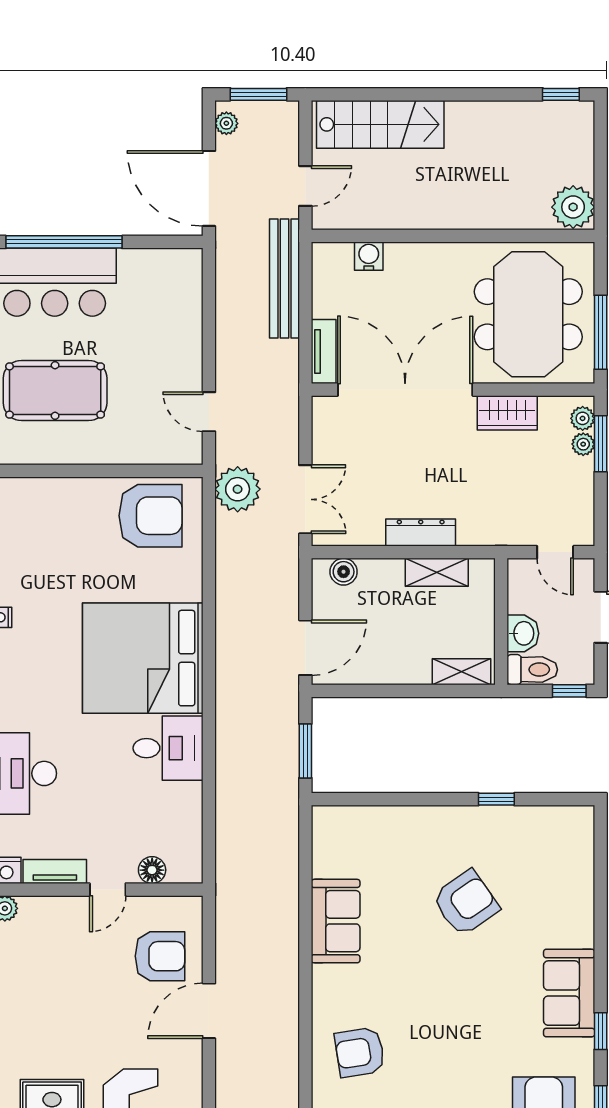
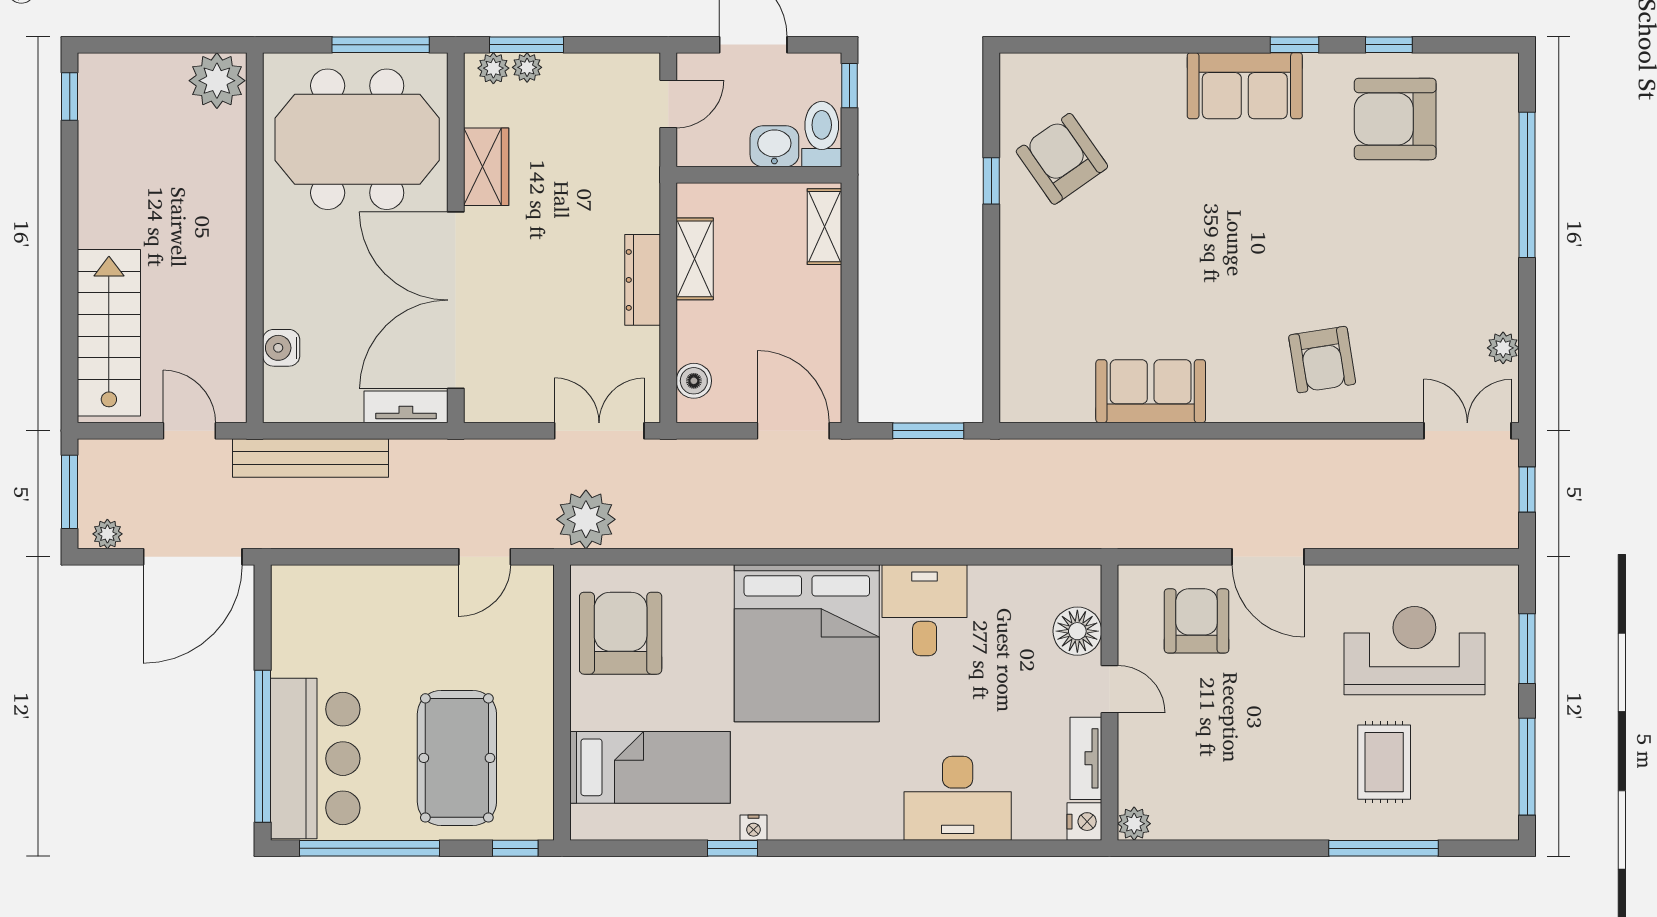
bed: (48, 538) -> (650, 767), added
floor lamp: (152, 870) -> (1077, 631), width x1.38, depth x1.38
armchair: (466, 903) -> (1062, 159), moved

